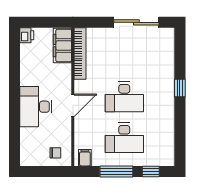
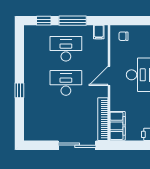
sliding door: (136, 22) -> (77, 145), moved

